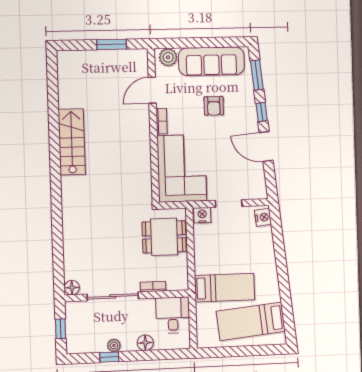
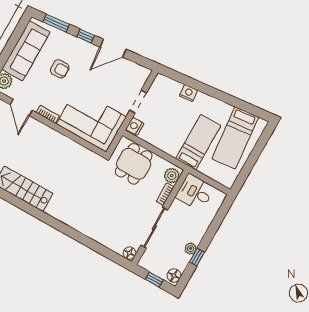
nightstand: (263, 217) -> (188, 93), moved
plant: (176, 282) -> (172, 176), added
floor lamp: (145, 343) -> (174, 276), moved

